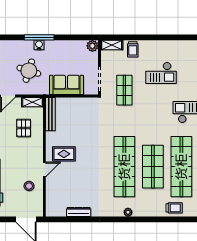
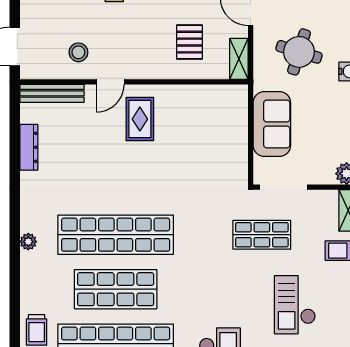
bench: (50, 114) -> (52, 93), moved
pallet: (24, 128) -> (189, 42), turned 90
door: (44, 169) -> (110, 82), hinge flipped

